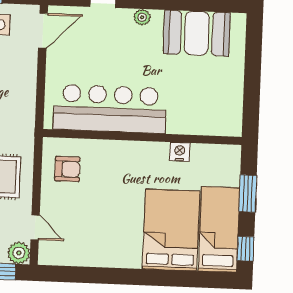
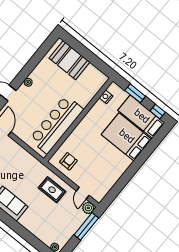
booth: (197, 33) -> (69, 60), moved, turned 90
nightstand: (180, 152) -> (106, 97), moved
door: (35, 227) -> (83, 193), swing flipped

